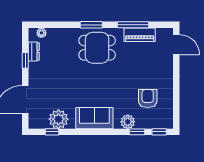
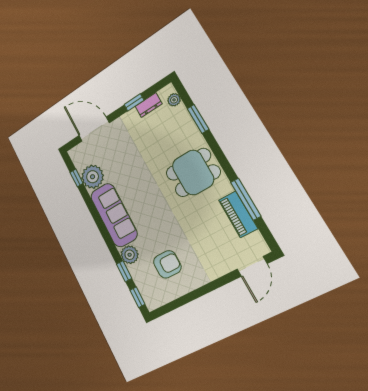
window: (91, 25) -> (198, 119), moved
dining table: (97, 48) -> (193, 173), turned 90
sofa: (94, 118) -> (114, 215), width x1.36

